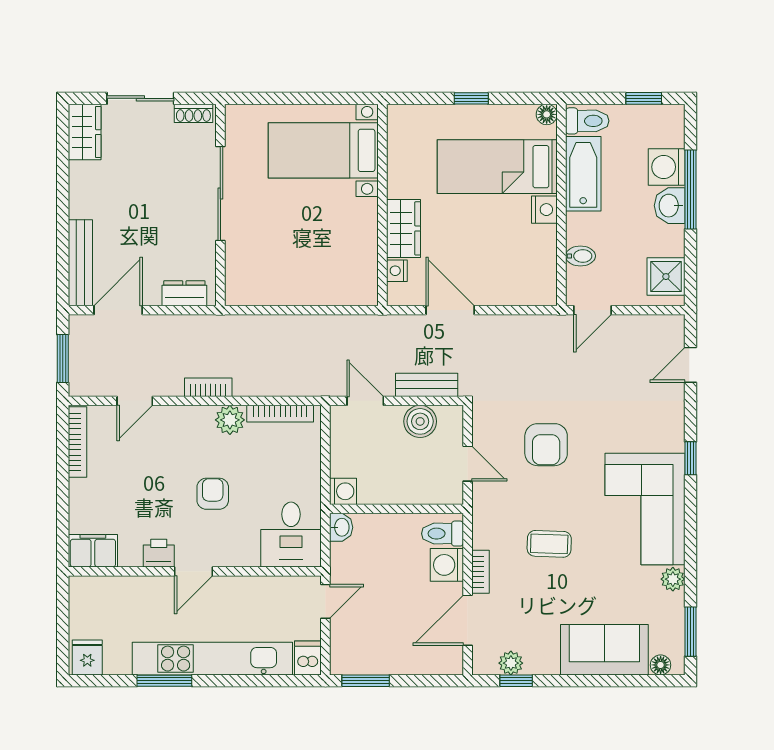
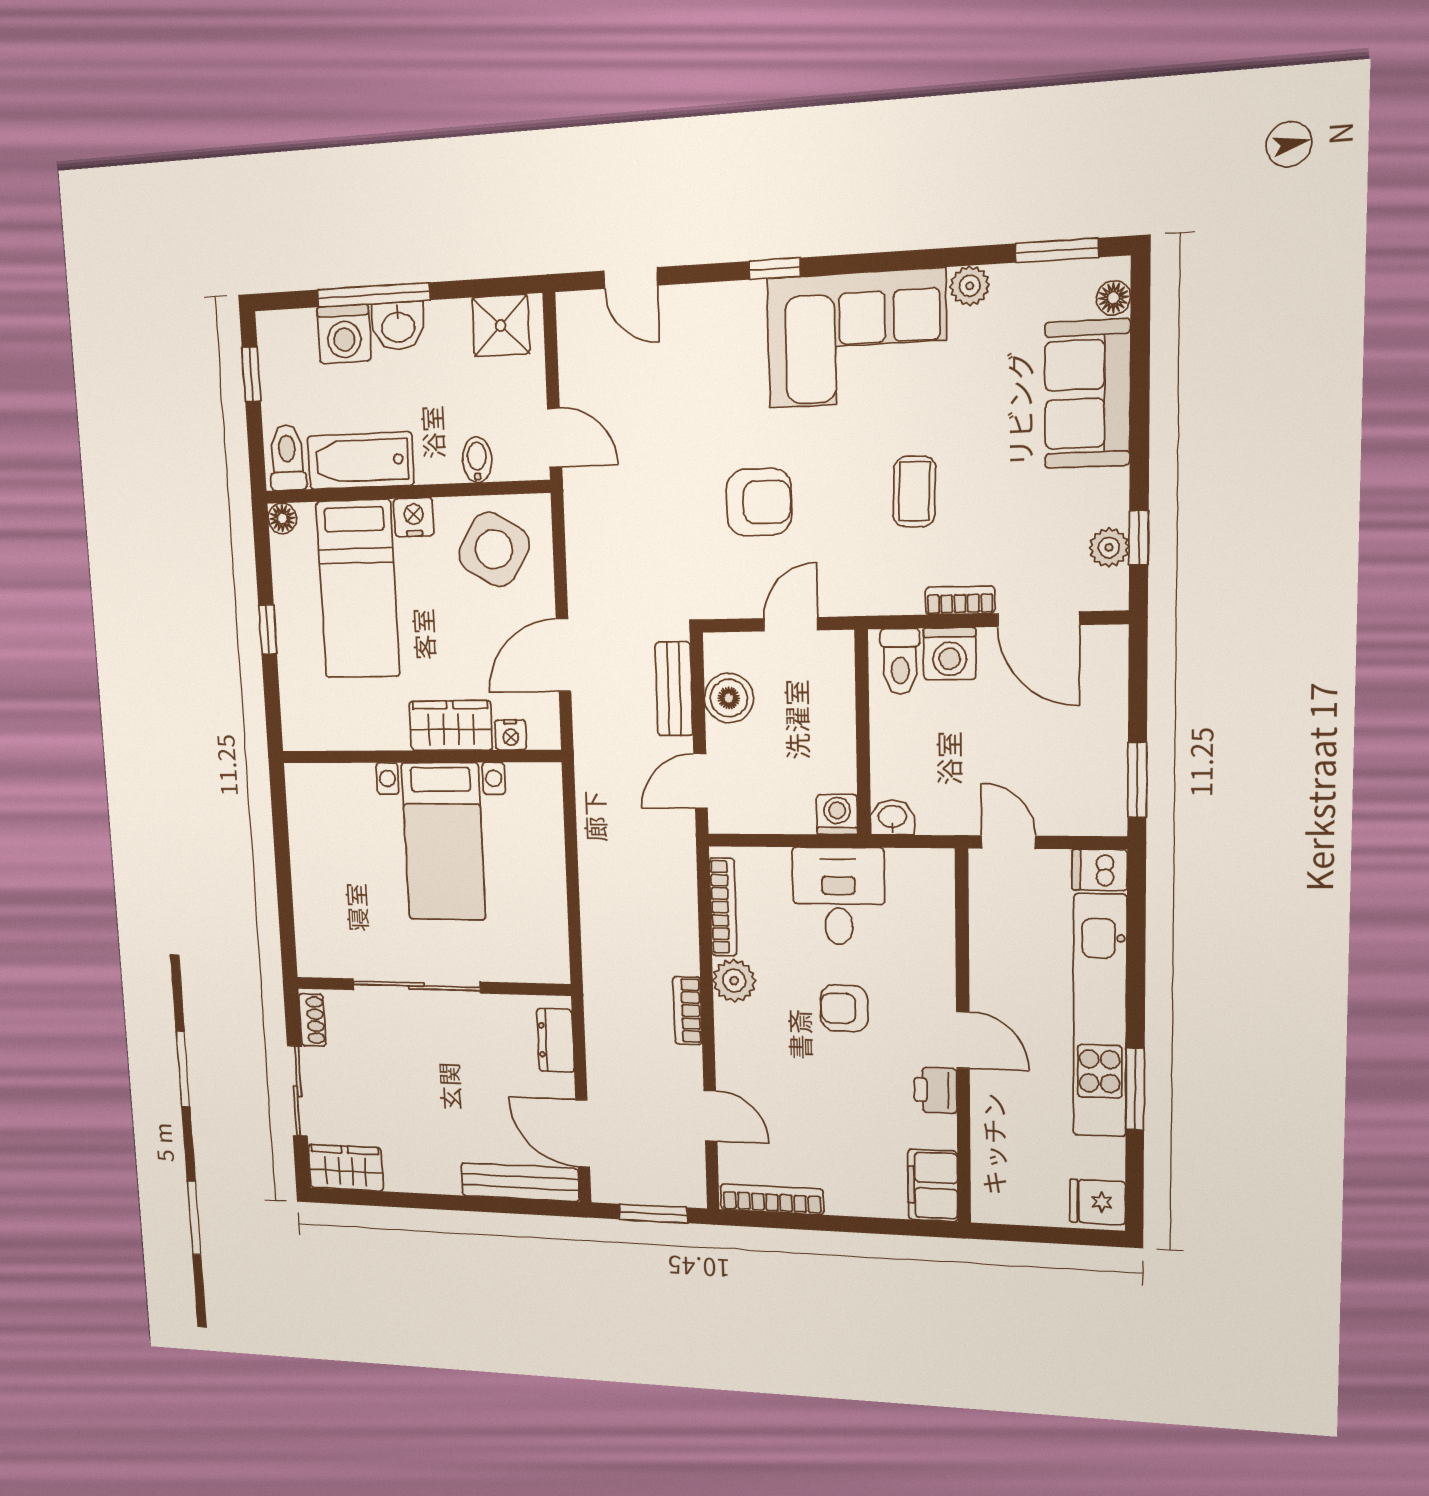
bed with nightstands: (323, 150) -> (444, 841), moved
side table: (521, 265) -> (494, 549), added
desk: (291, 535) -> (839, 896), moved, turned -90

